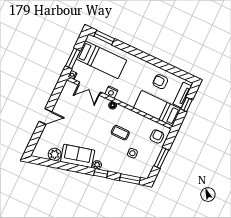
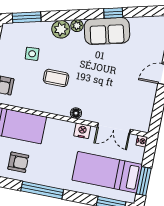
window: (73, 58) -> (144, 181), moved
window: (149, 59) -> (42, 190), added
double door: (89, 89) -> (114, 128), swing flipped
plant: (55, 154) -> (61, 29), moved
window: (101, 173) -> (113, 13), moved

